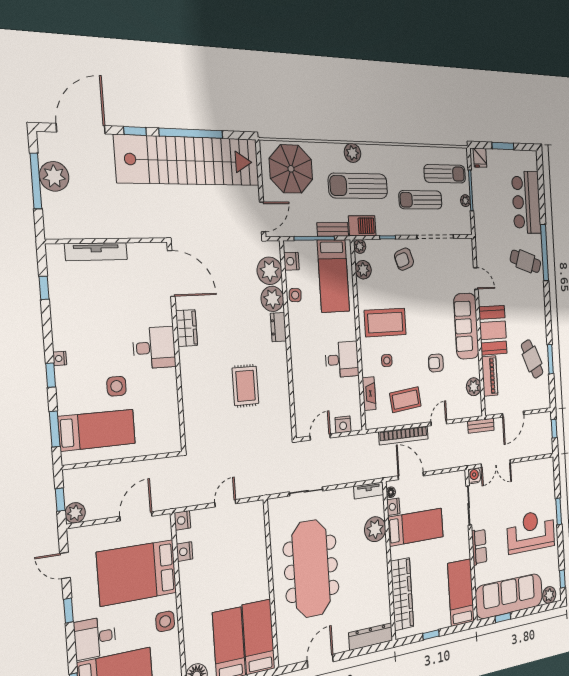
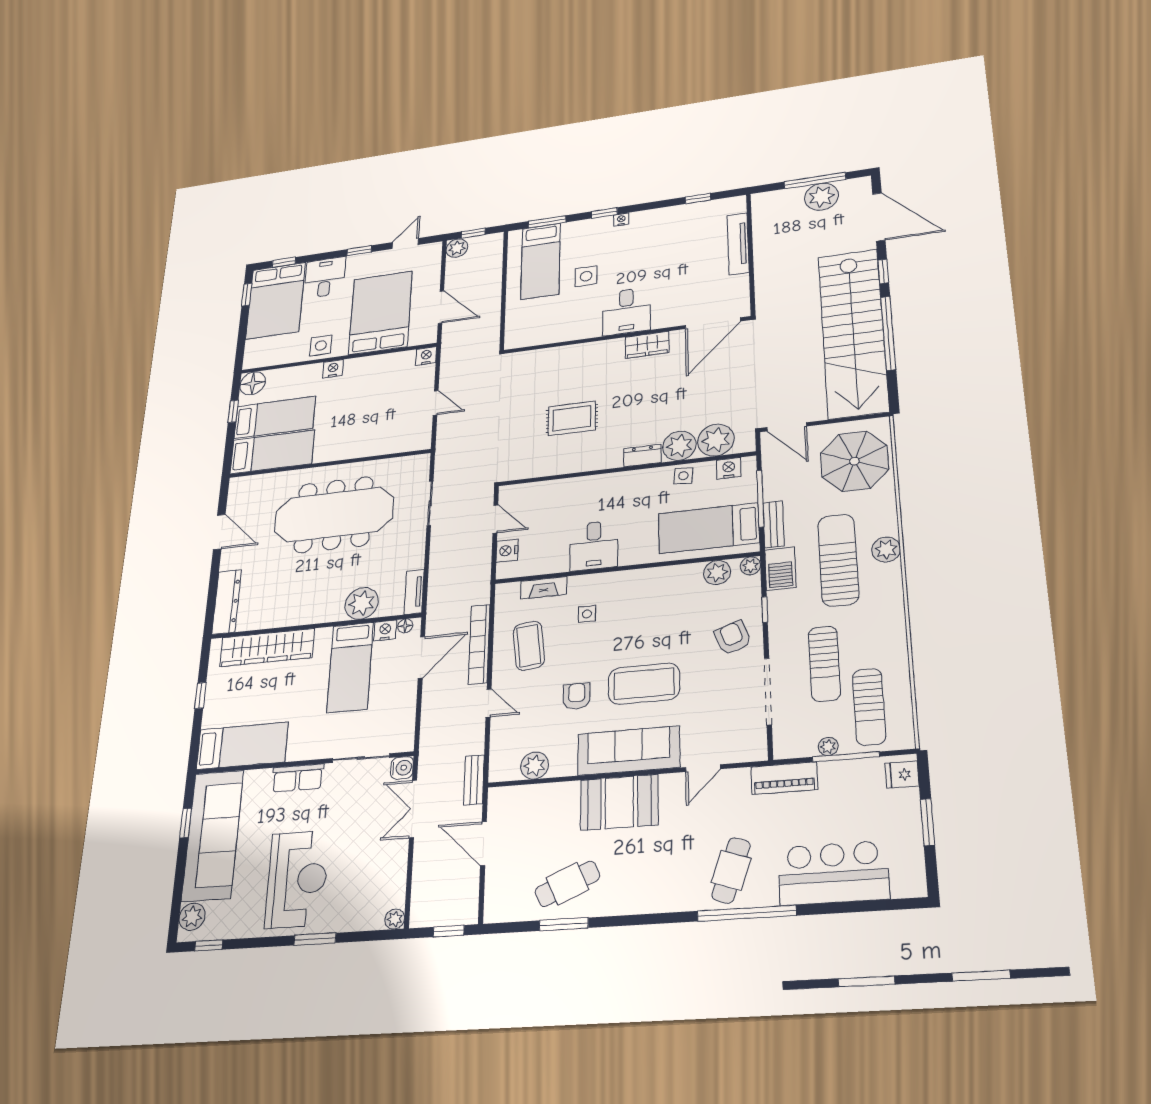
sun lounger: (420, 200) -> (824, 664), turned 180
coffee table: (385, 323) -> (644, 684), moved, turned 90
piano: (490, 376) -> (784, 778), moved
plant: (549, 463) -> (395, 919), added
nightstand: (185, 552) -> (333, 369), moved

